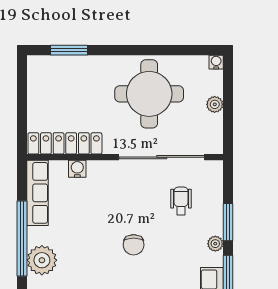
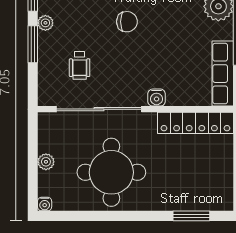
water cooler: (77, 169) -> (157, 98), moved
chair: (134, 245) -> (127, 22), turned 90

